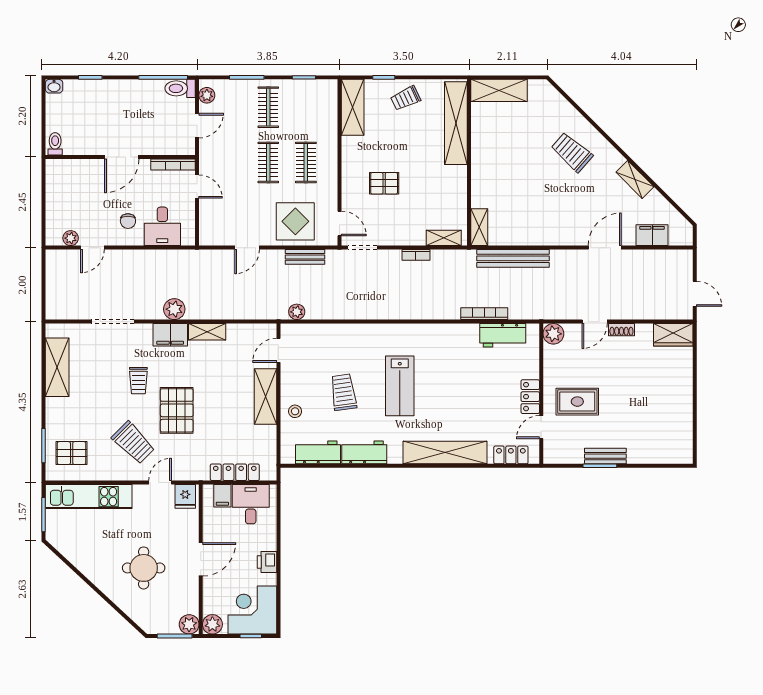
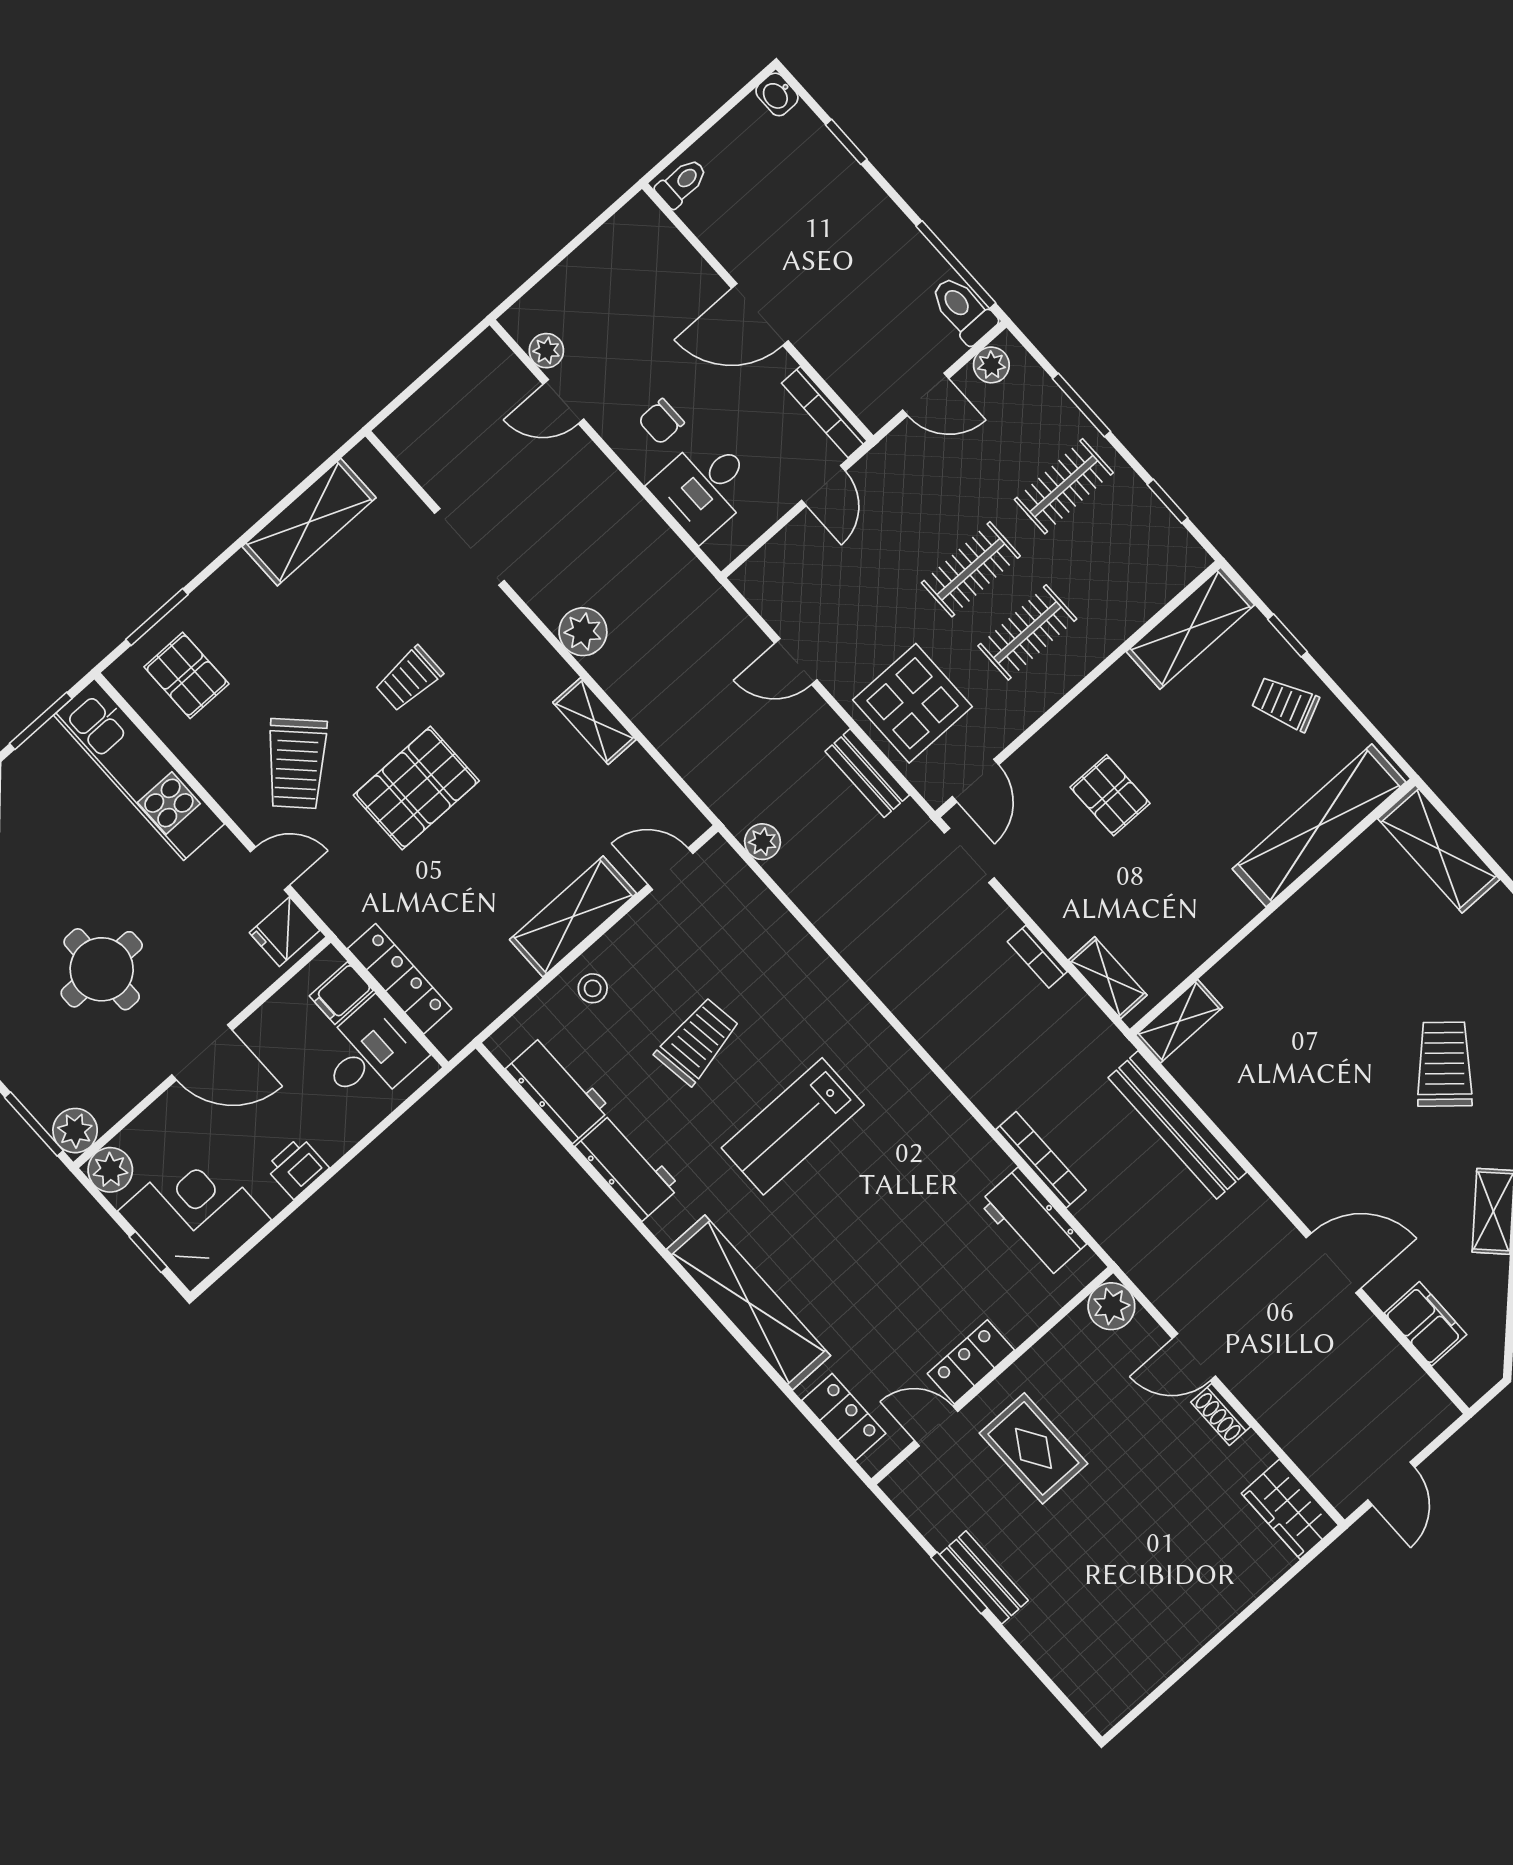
filing cabinet: (170, 335) -> (534, 663), removed

